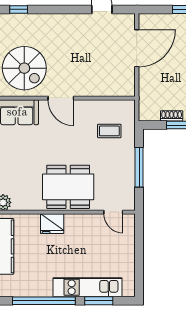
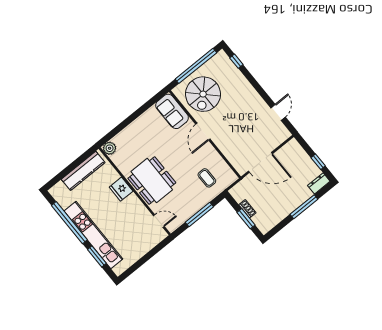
door: (137, 48) -> (260, 162), moved
door: (113, 212) -> (159, 221), swing flipped
kitchen unit: (88, 287) -> (93, 235), width x1.36

